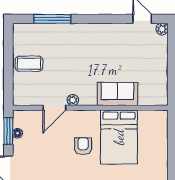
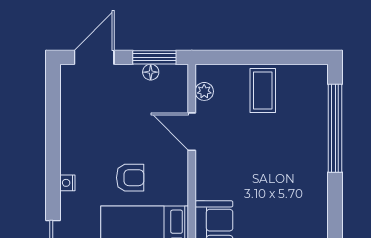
window: (52, 19) -> (335, 128), width x1.46
plant: (73, 100) -> (204, 91), moved

